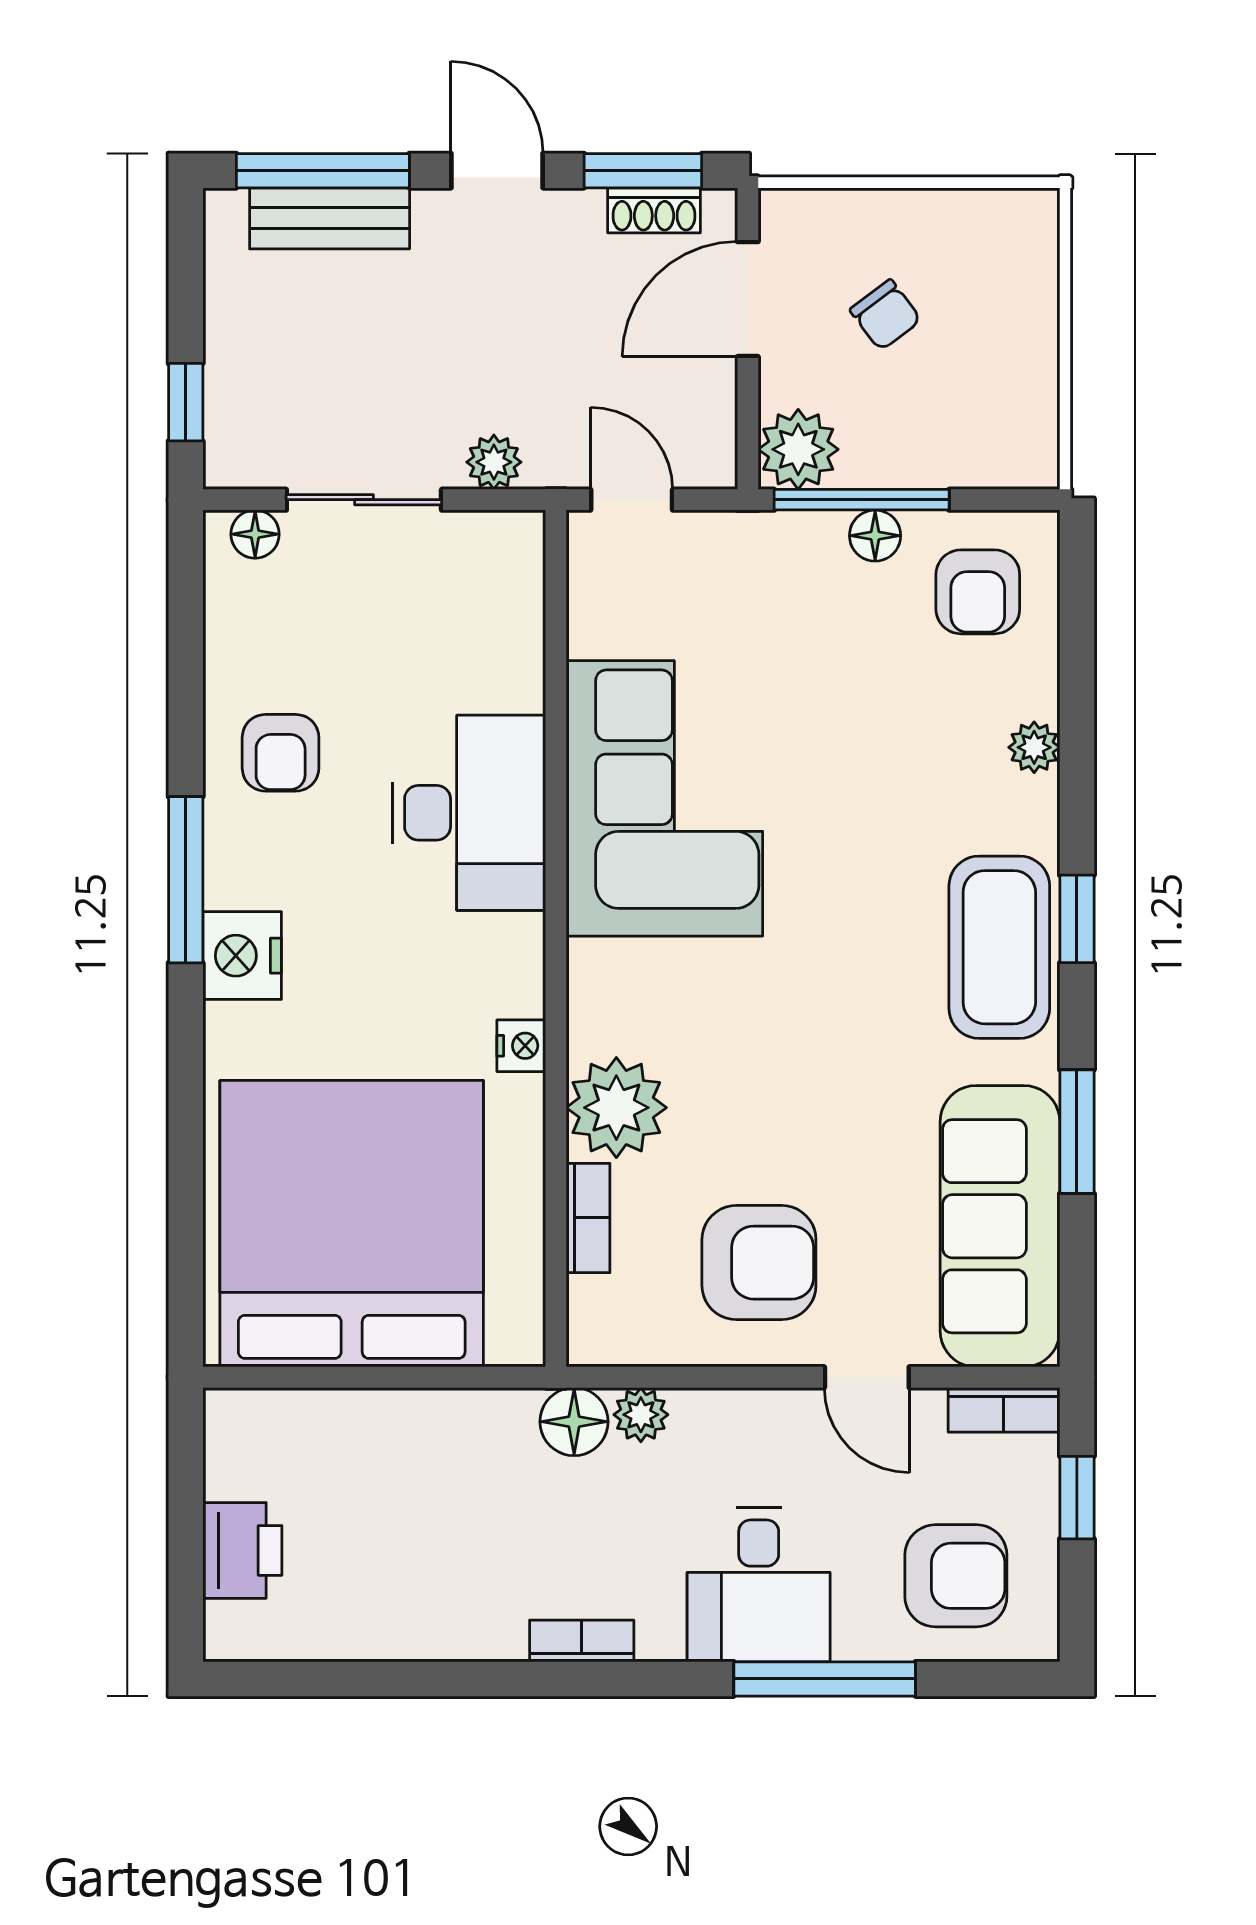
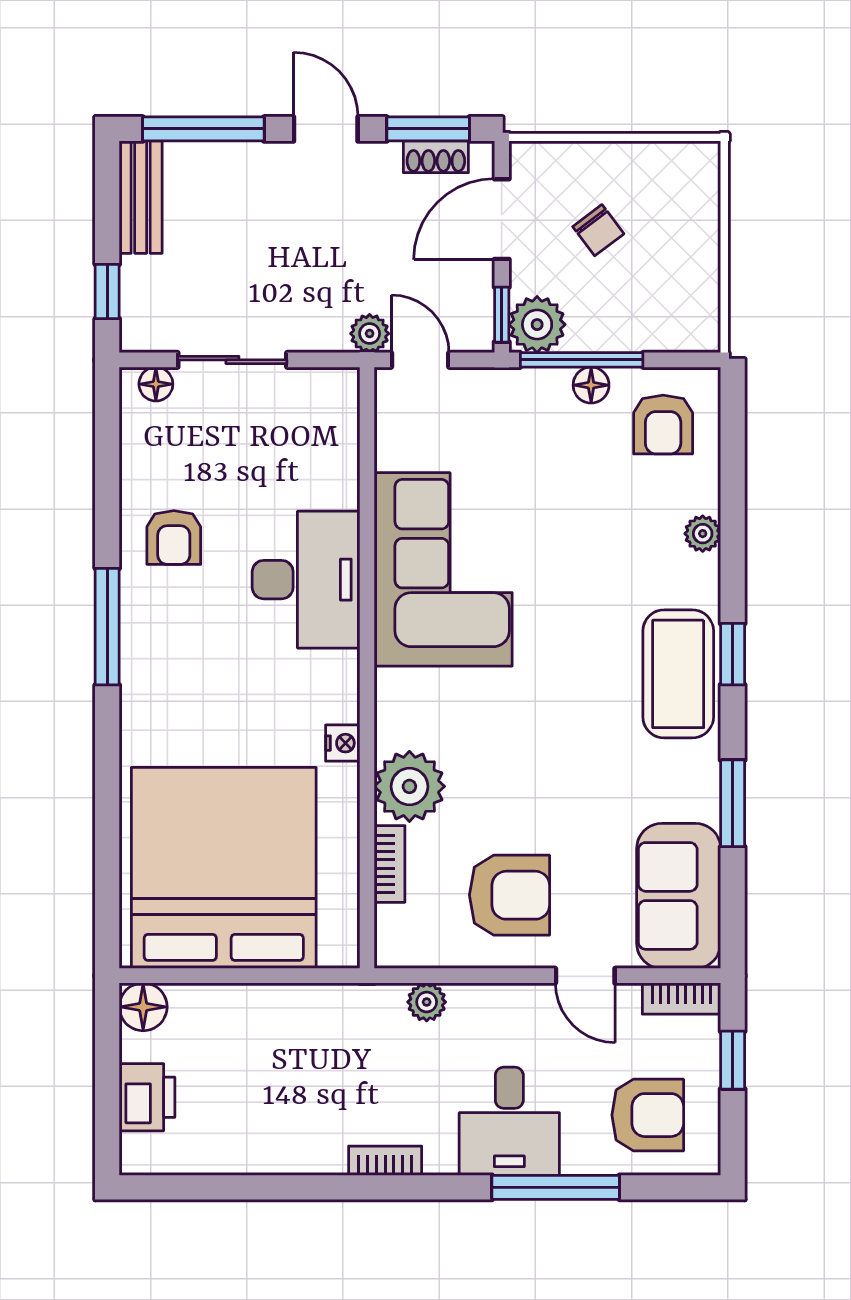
bench: (330, 218) -> (141, 197), moved, turned 90
window: (748, 435) -> (502, 315), added
plant: (494, 462) -> (370, 334), moved
nightstand: (242, 956) -> (147, 680), removed
sofa: (1000, 1226) -> (679, 896), width x0.73
floor lamp: (574, 1422) -> (143, 1007), moved

